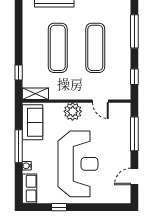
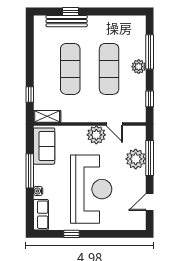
plant: (124, 46) -> (139, 67), added
plant: (73, 111) -> (96, 135), moved
plant: (121, 135) -> (136, 159), added

